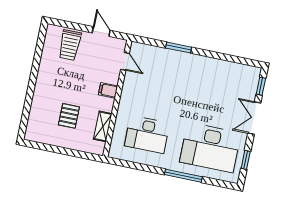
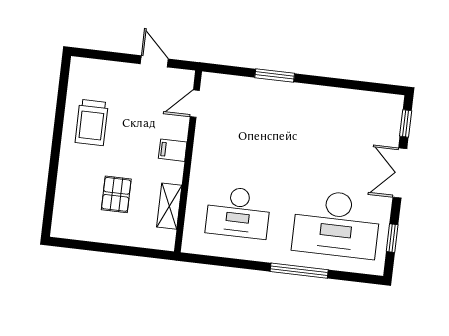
trolley: (70, 45) -> (92, 122), moved
door: (125, 61) -> (195, 104), swing flipped

